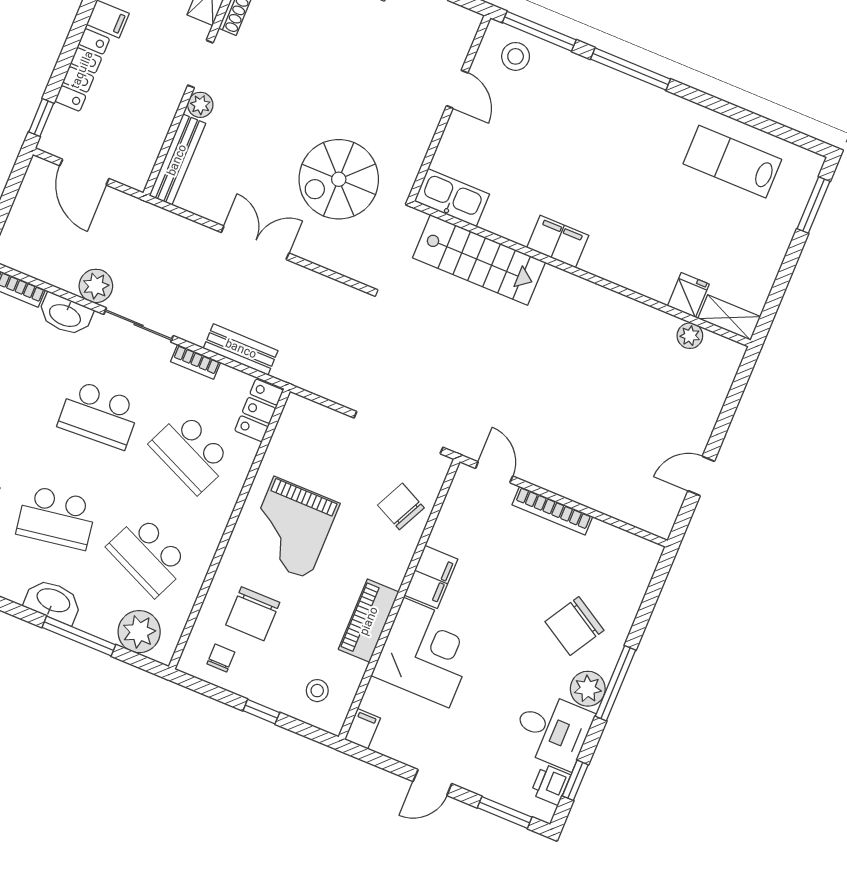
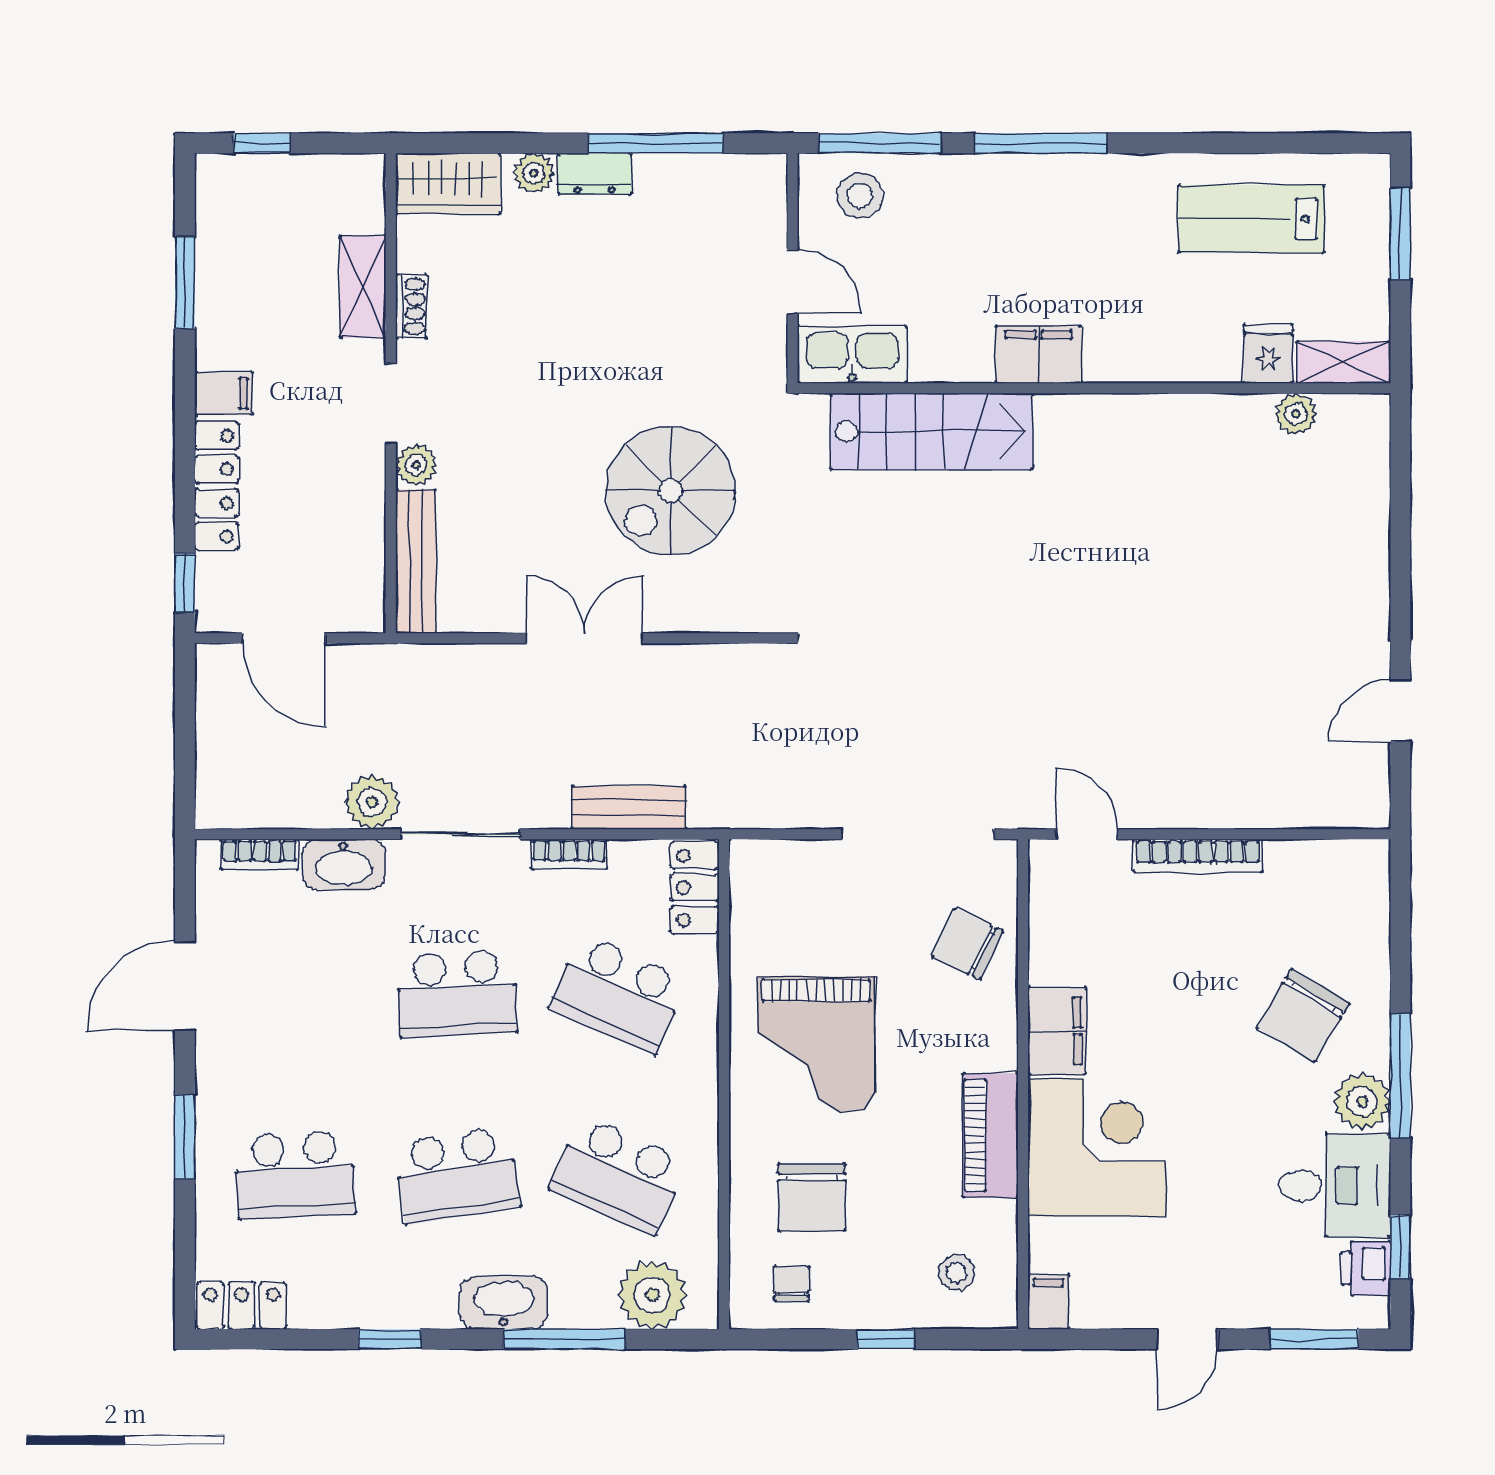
kitchen sink: (452, 198) -> (852, 355), moved
filing cabinet: (558, 242) -> (1039, 355), moved
stairs: (479, 260) -> (932, 431), moved
wall: (581, 274) -> (1094, 388), moved
fridge: (688, 295) -> (1268, 354), moved
shelving: (729, 318) -> (1344, 362), moved
plant: (690, 336) -> (1296, 414), moved

